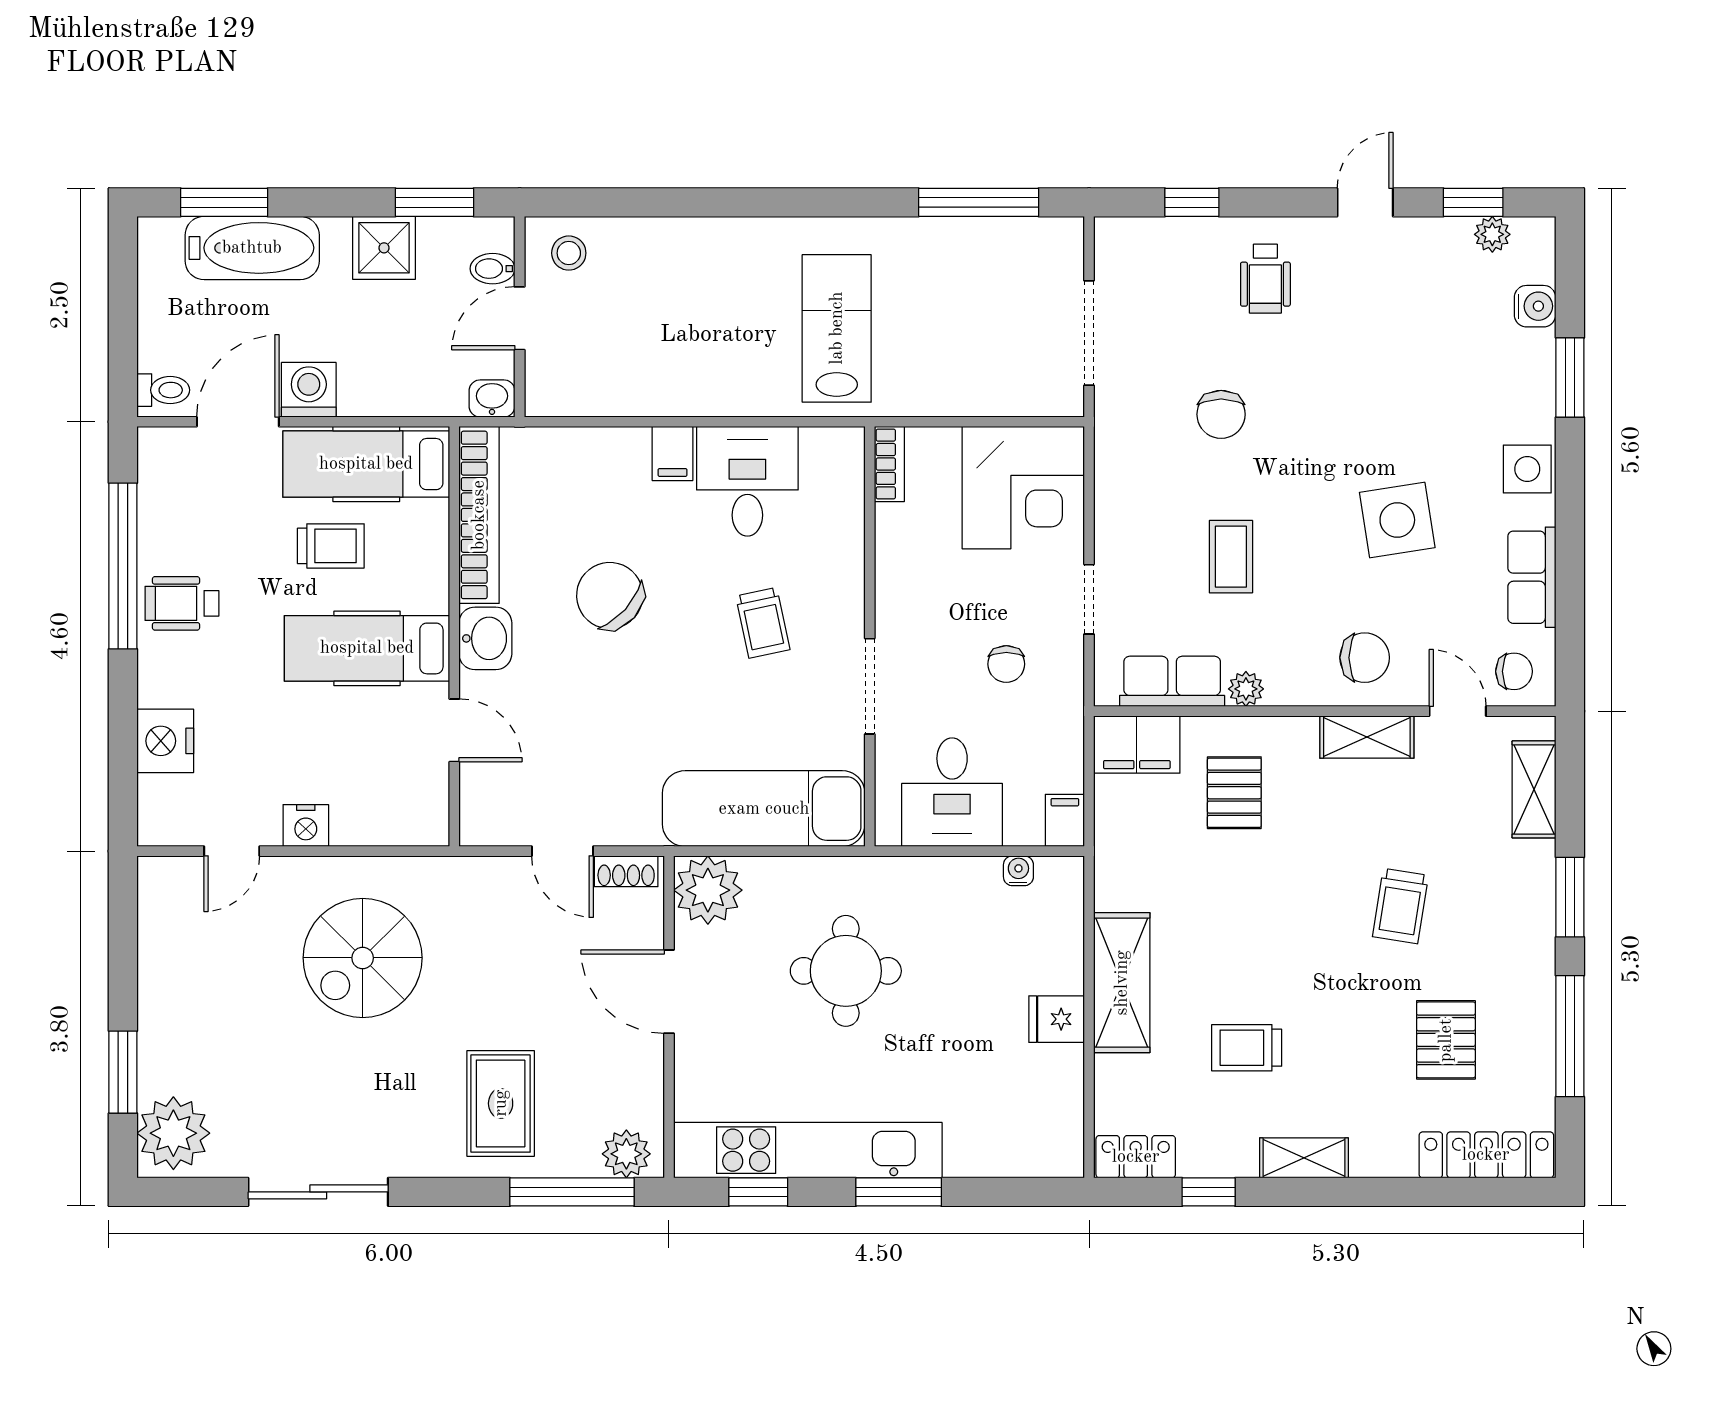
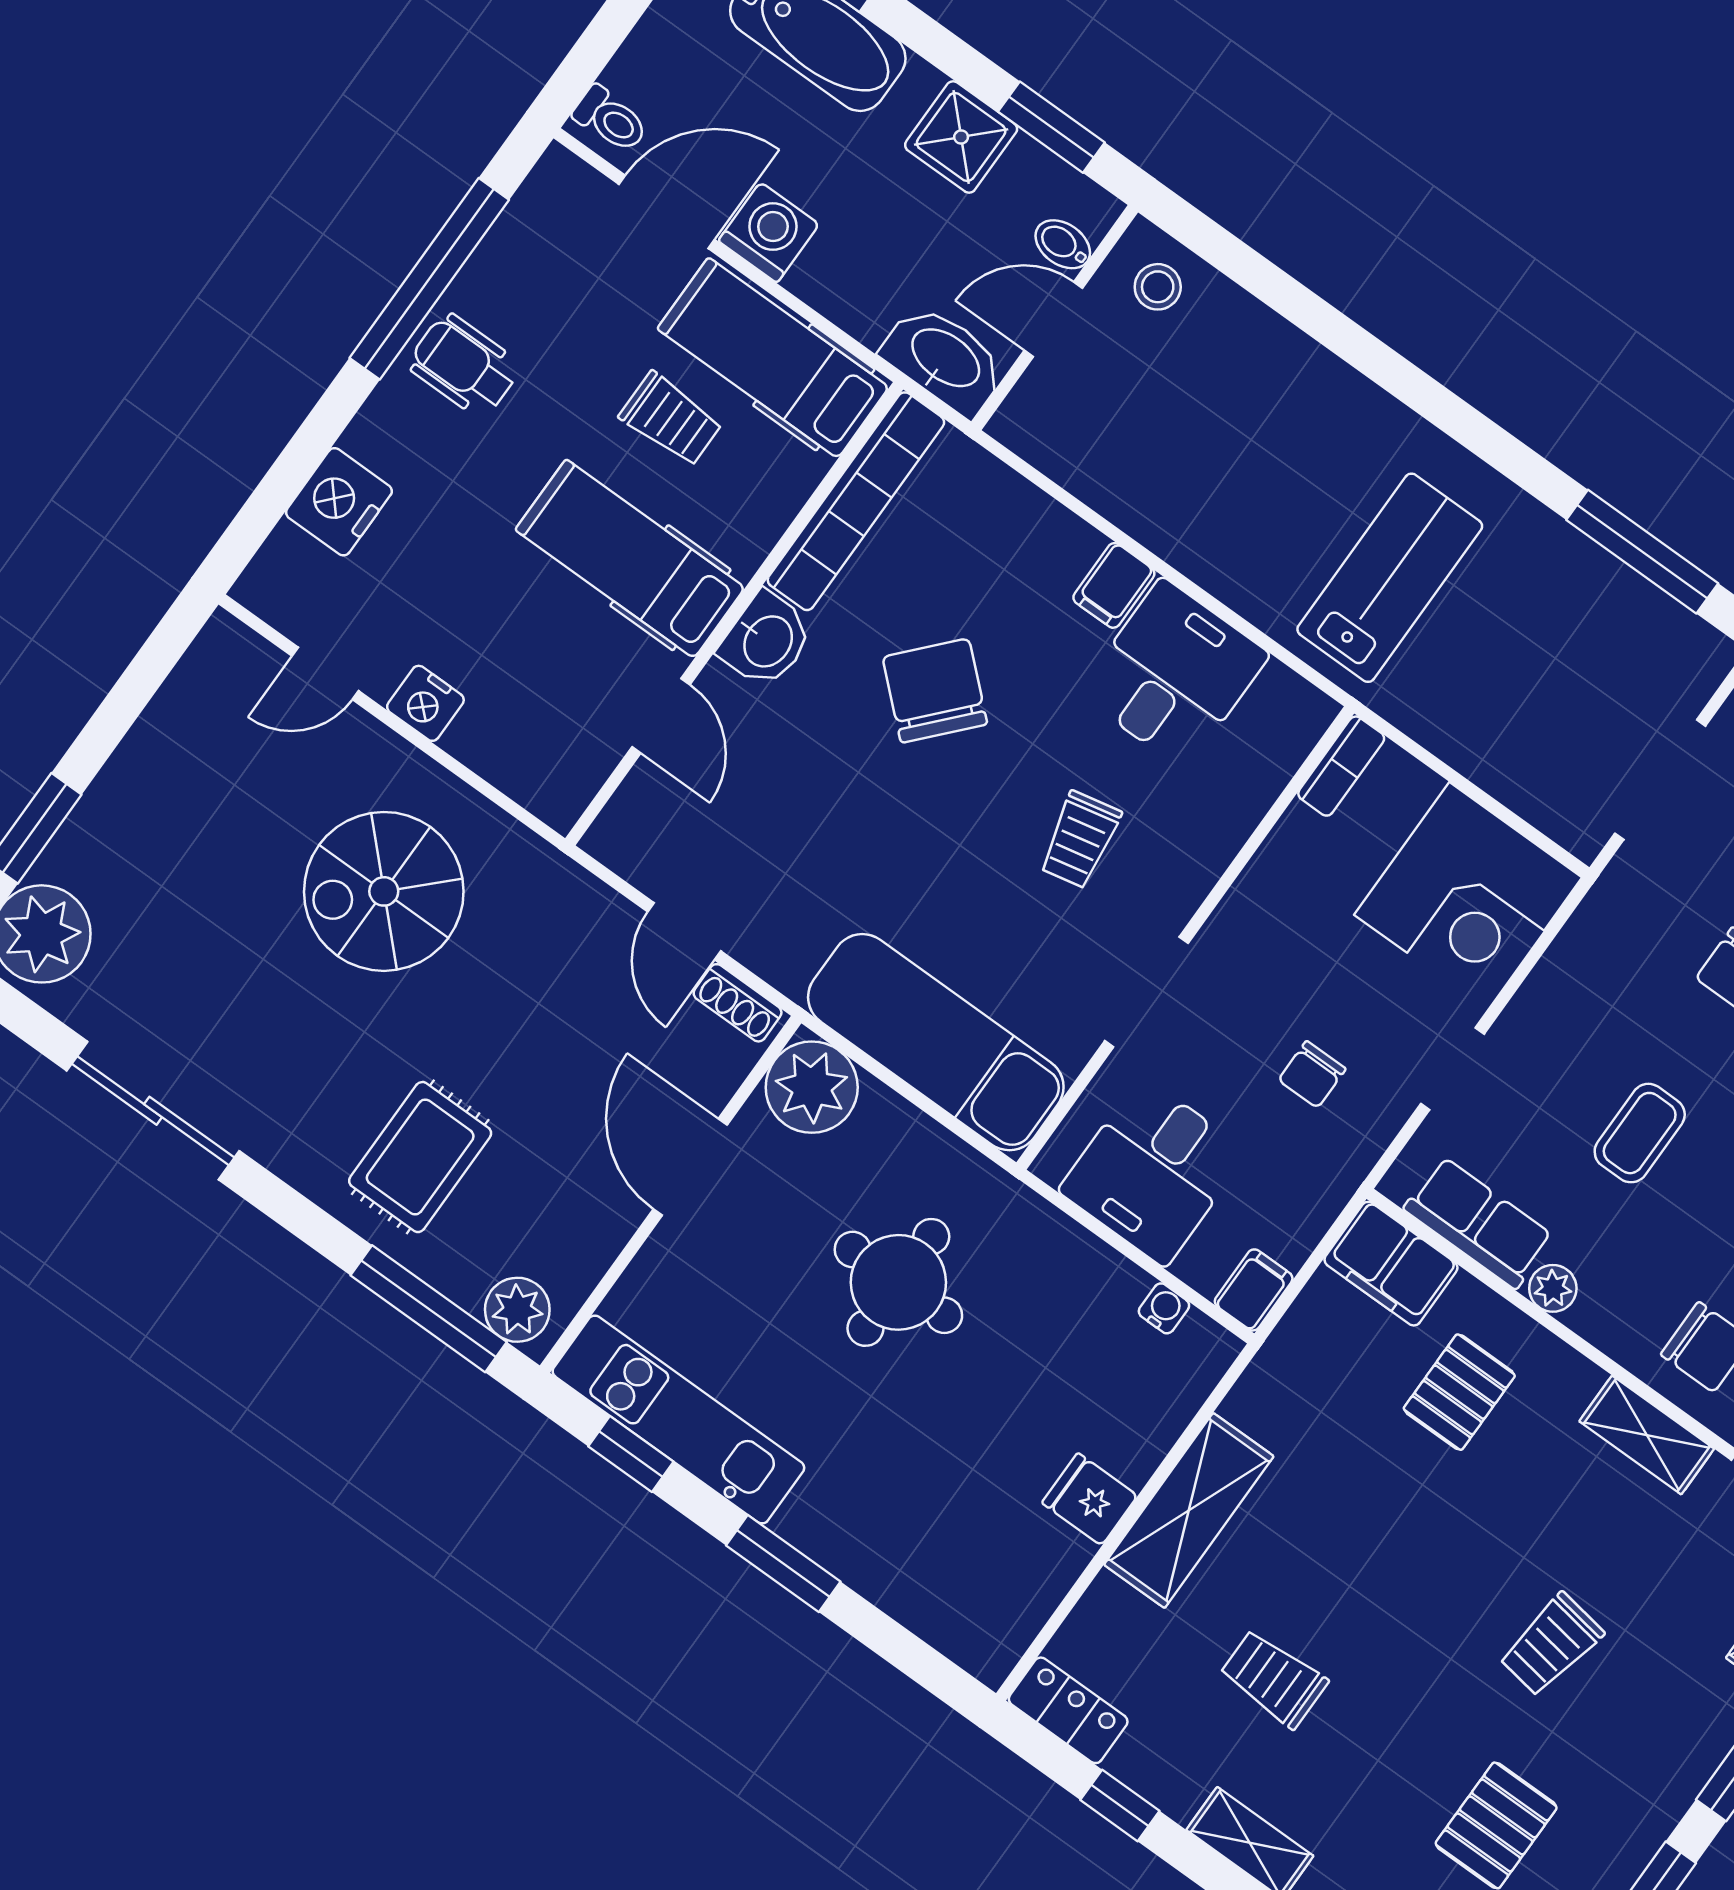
washbasin: (492, 398) -> (944, 359), width x1.91, depth x1.45
kitchen unit: (808, 1150) -> (678, 1420), width x0.73

